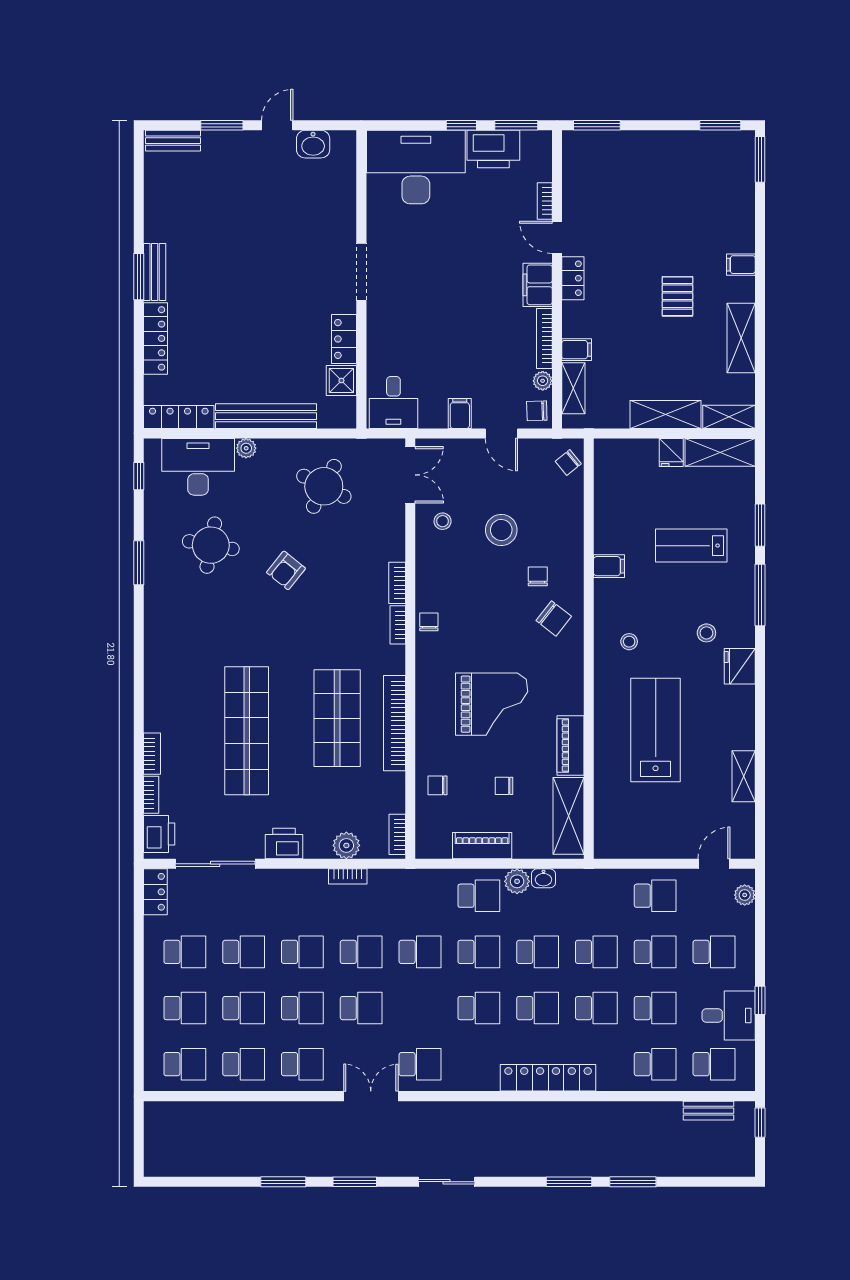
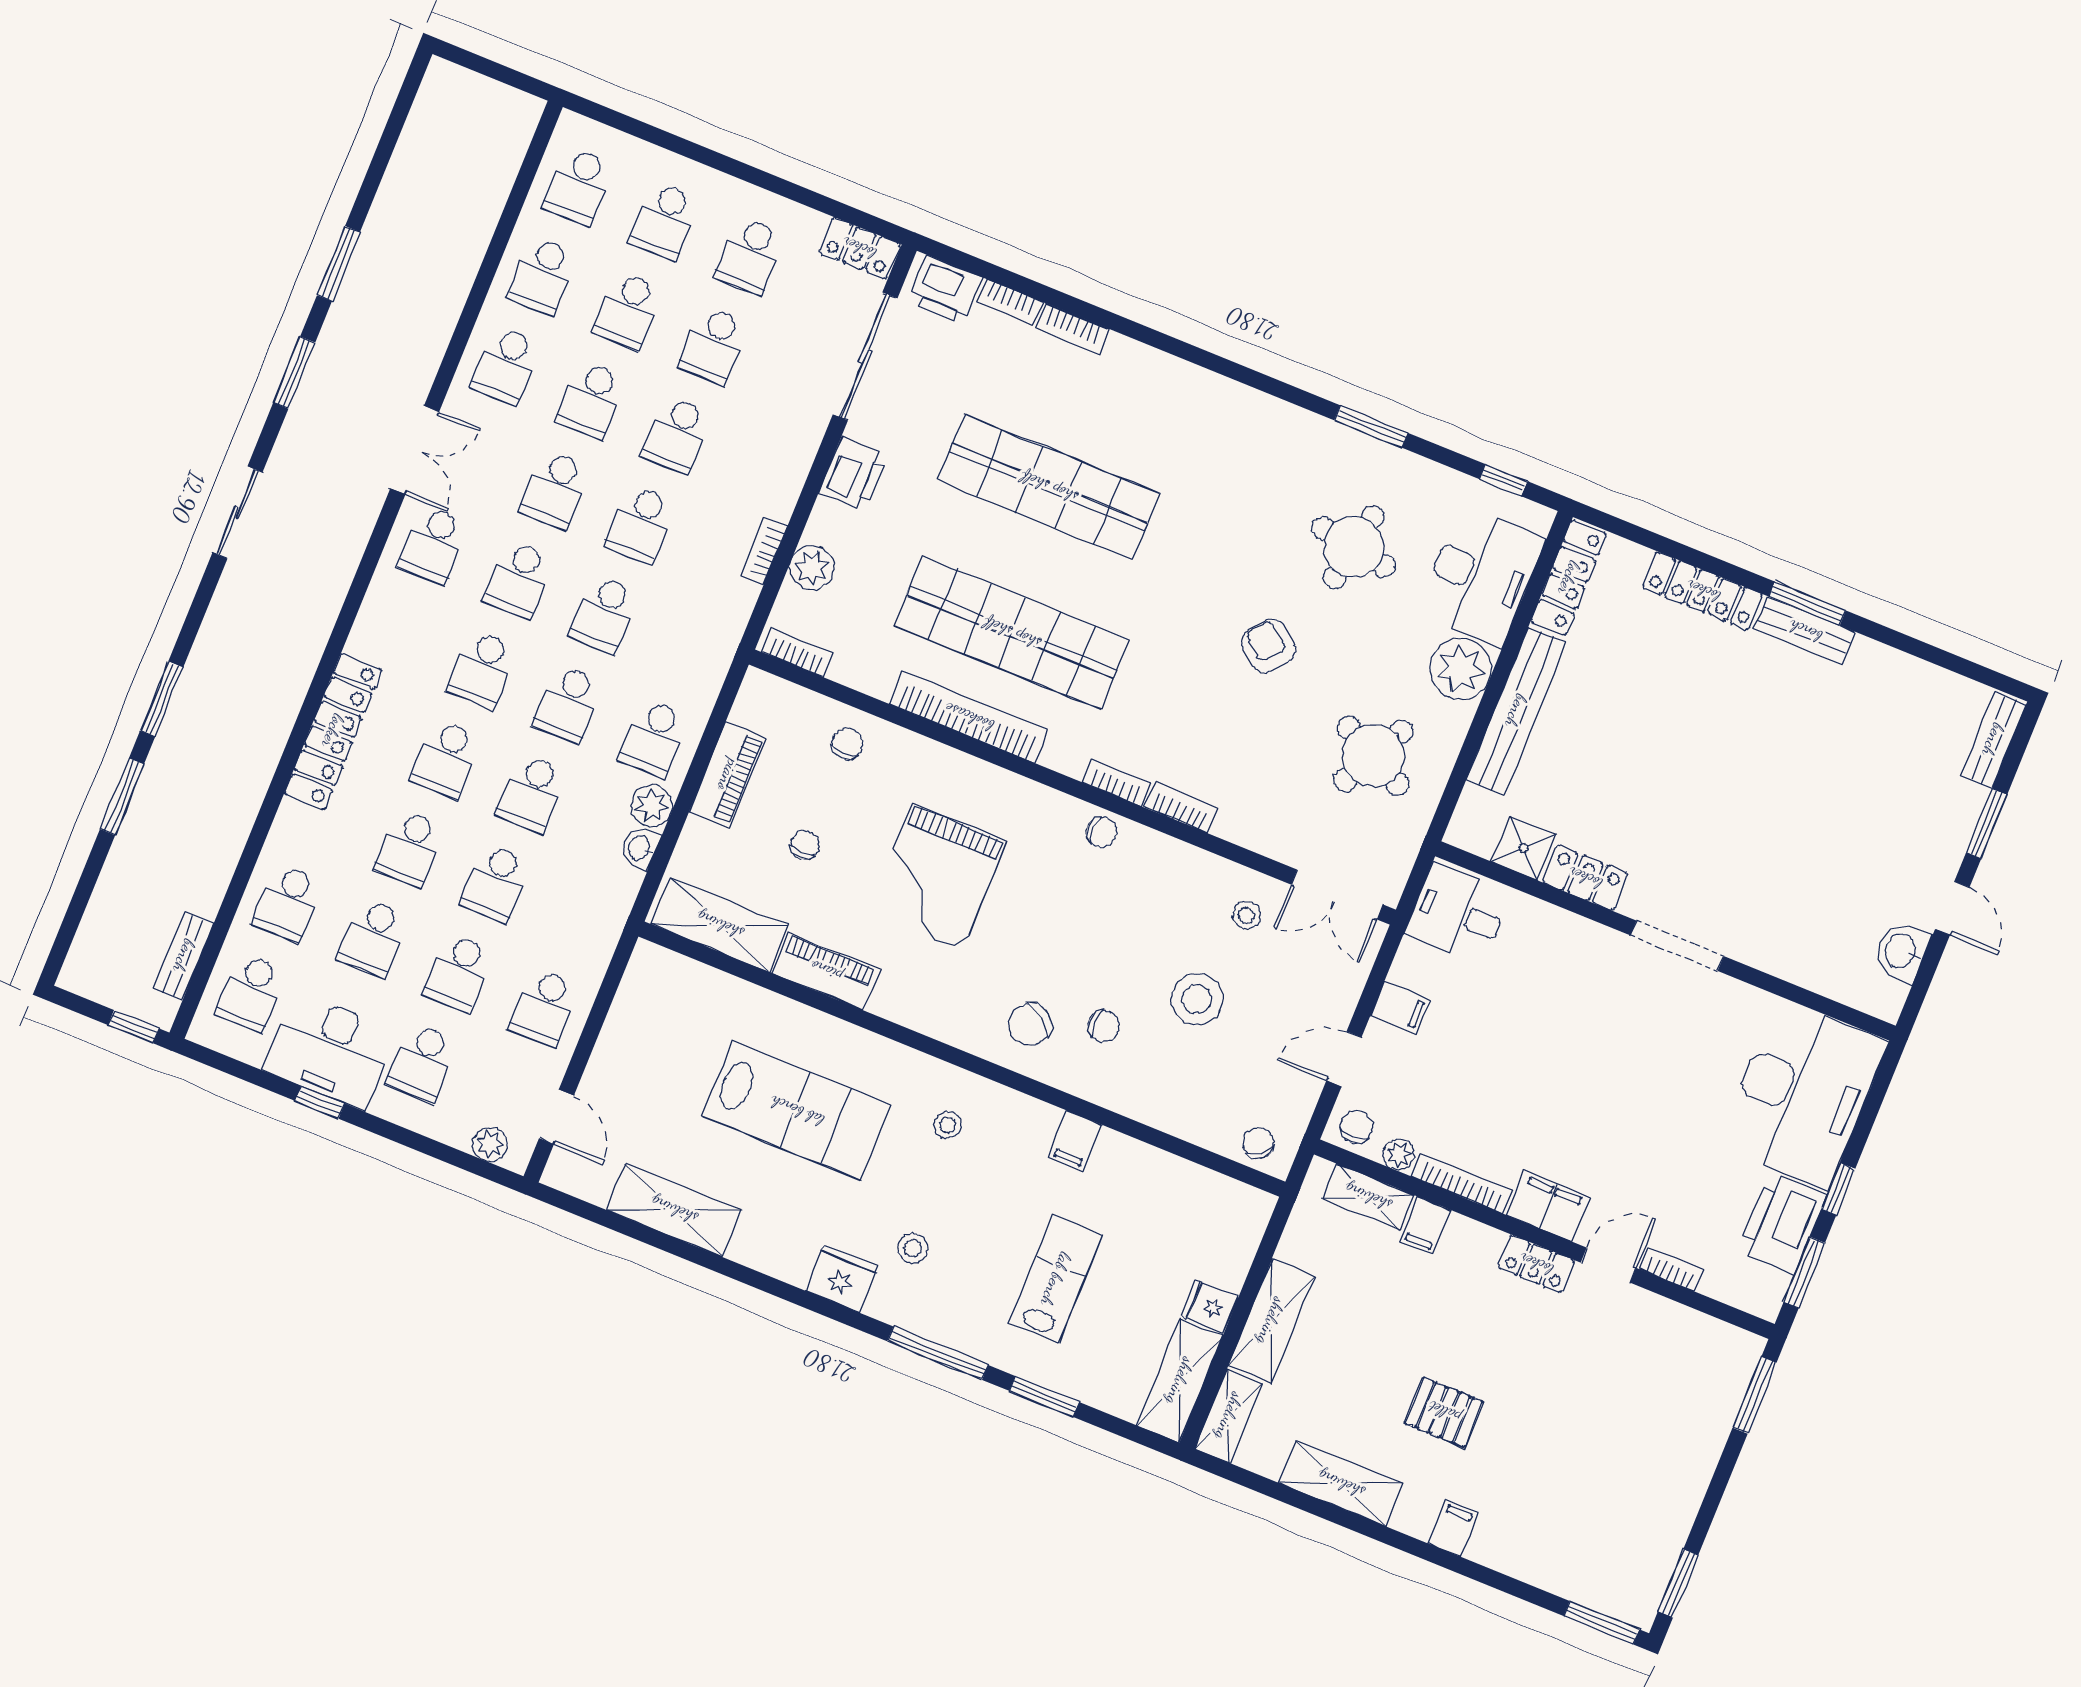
plant: (246, 448) -> (1461, 669), width x1.88, depth x1.88
shop shelf: (337, 718) -> (1012, 633), width x1.40
shelving: (744, 776) -> (674, 1210), width x1.50, depth x1.33
school desk: (420, 1008) -> (519, 579), added
desk: (729, 1015) -> (330, 1051), width x1.37

